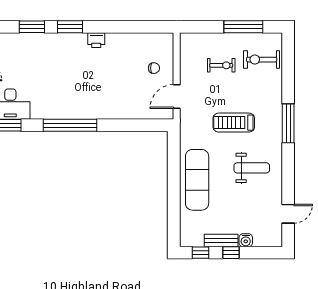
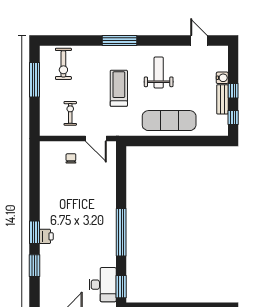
printer: (96, 40) -> (46, 236), moved
exercise bike: (221, 65) -> (70, 113), moved
treadmill: (234, 123) -> (119, 88), turned 180

